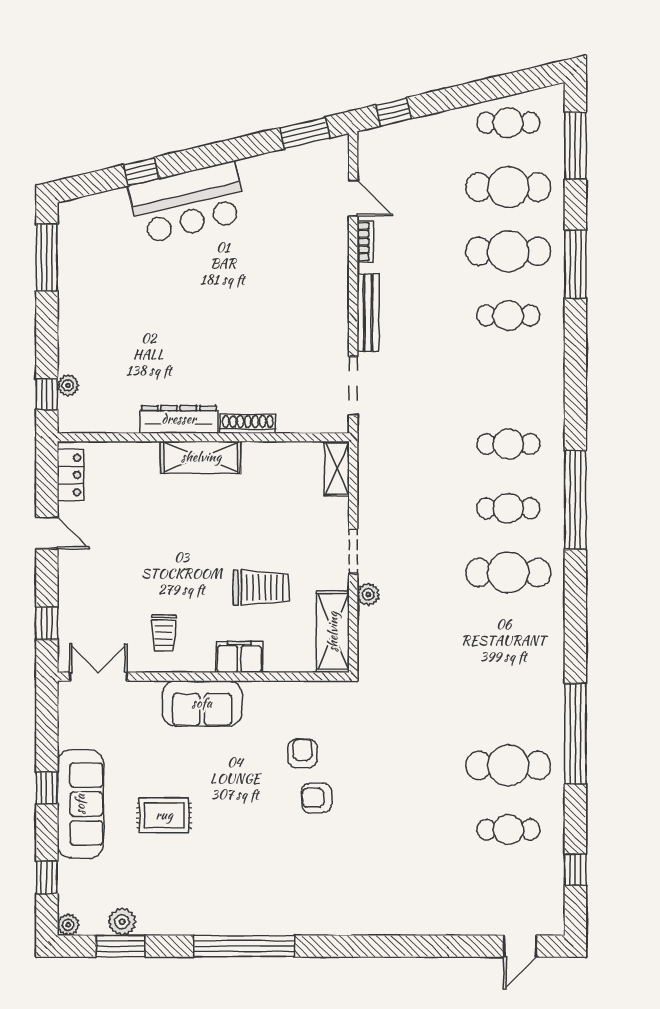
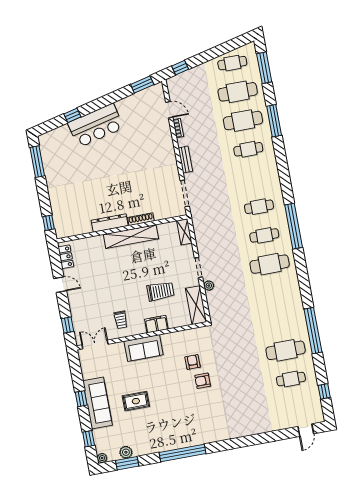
bench: (368, 313) -> (185, 160), width x0.73
plant: (68, 385) -> (57, 217), removed
shelving: (201, 457) -> (131, 237), width x1.47

